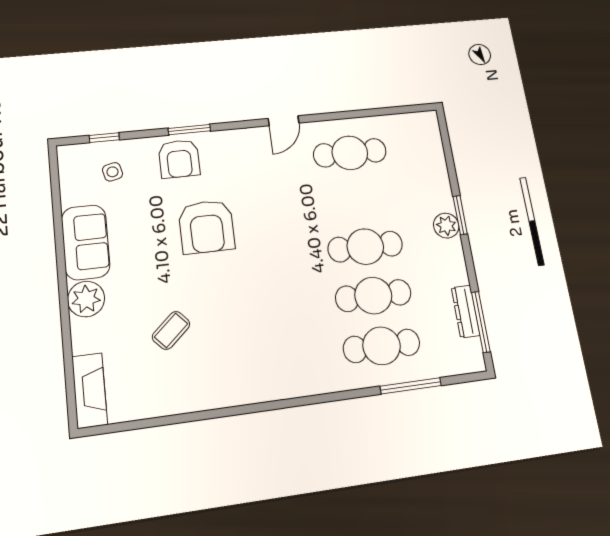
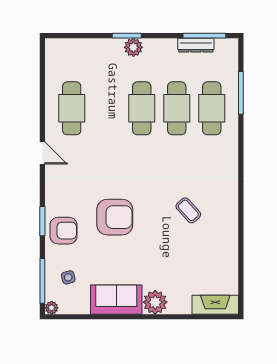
window: (104, 138) -> (42, 281), width x2.17
plant: (66, 153) -> (52, 308), added
coffee table: (171, 330) -> (188, 210), moved

